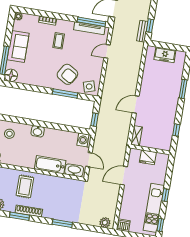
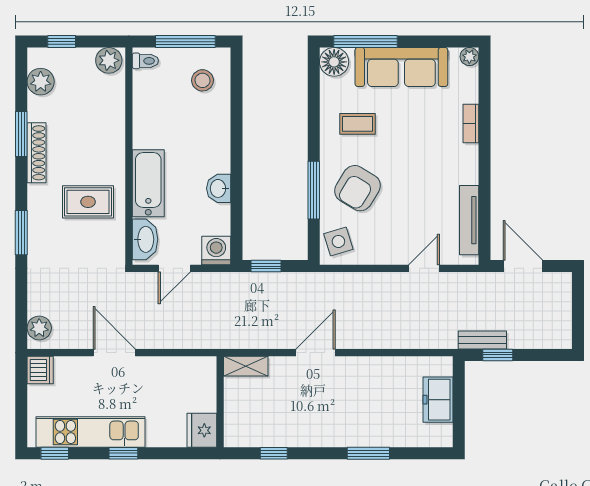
window: (91, 22) -> (484, 222), removed
coffee table: (59, 41) -> (357, 124), moved
sofa: (18, 47) -> (401, 67), width x1.36
door: (107, 51) -> (424, 268), hinge flipped
door: (136, 104) -> (316, 353), hinge flipped
washbasin: (38, 131) -> (219, 188), moved
fridge: (148, 157) -> (202, 430), moved
door: (124, 176) -> (114, 353), moved
rug: (25, 186) -> (88, 202), moved

